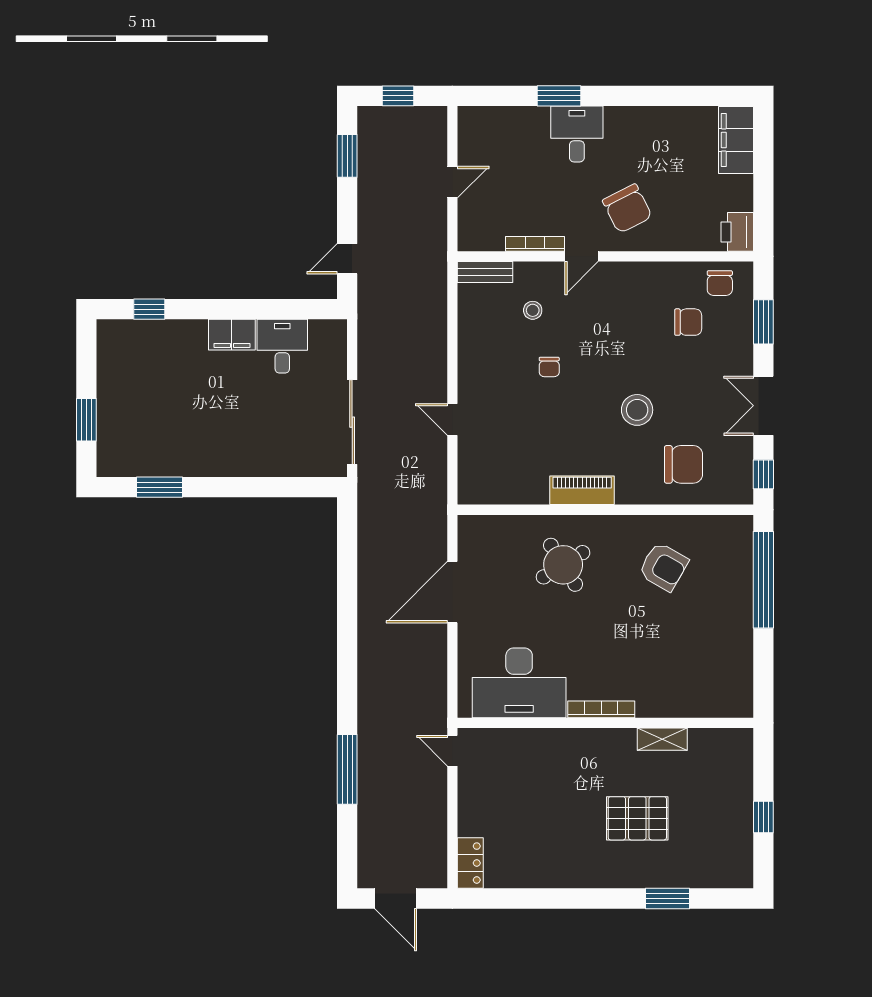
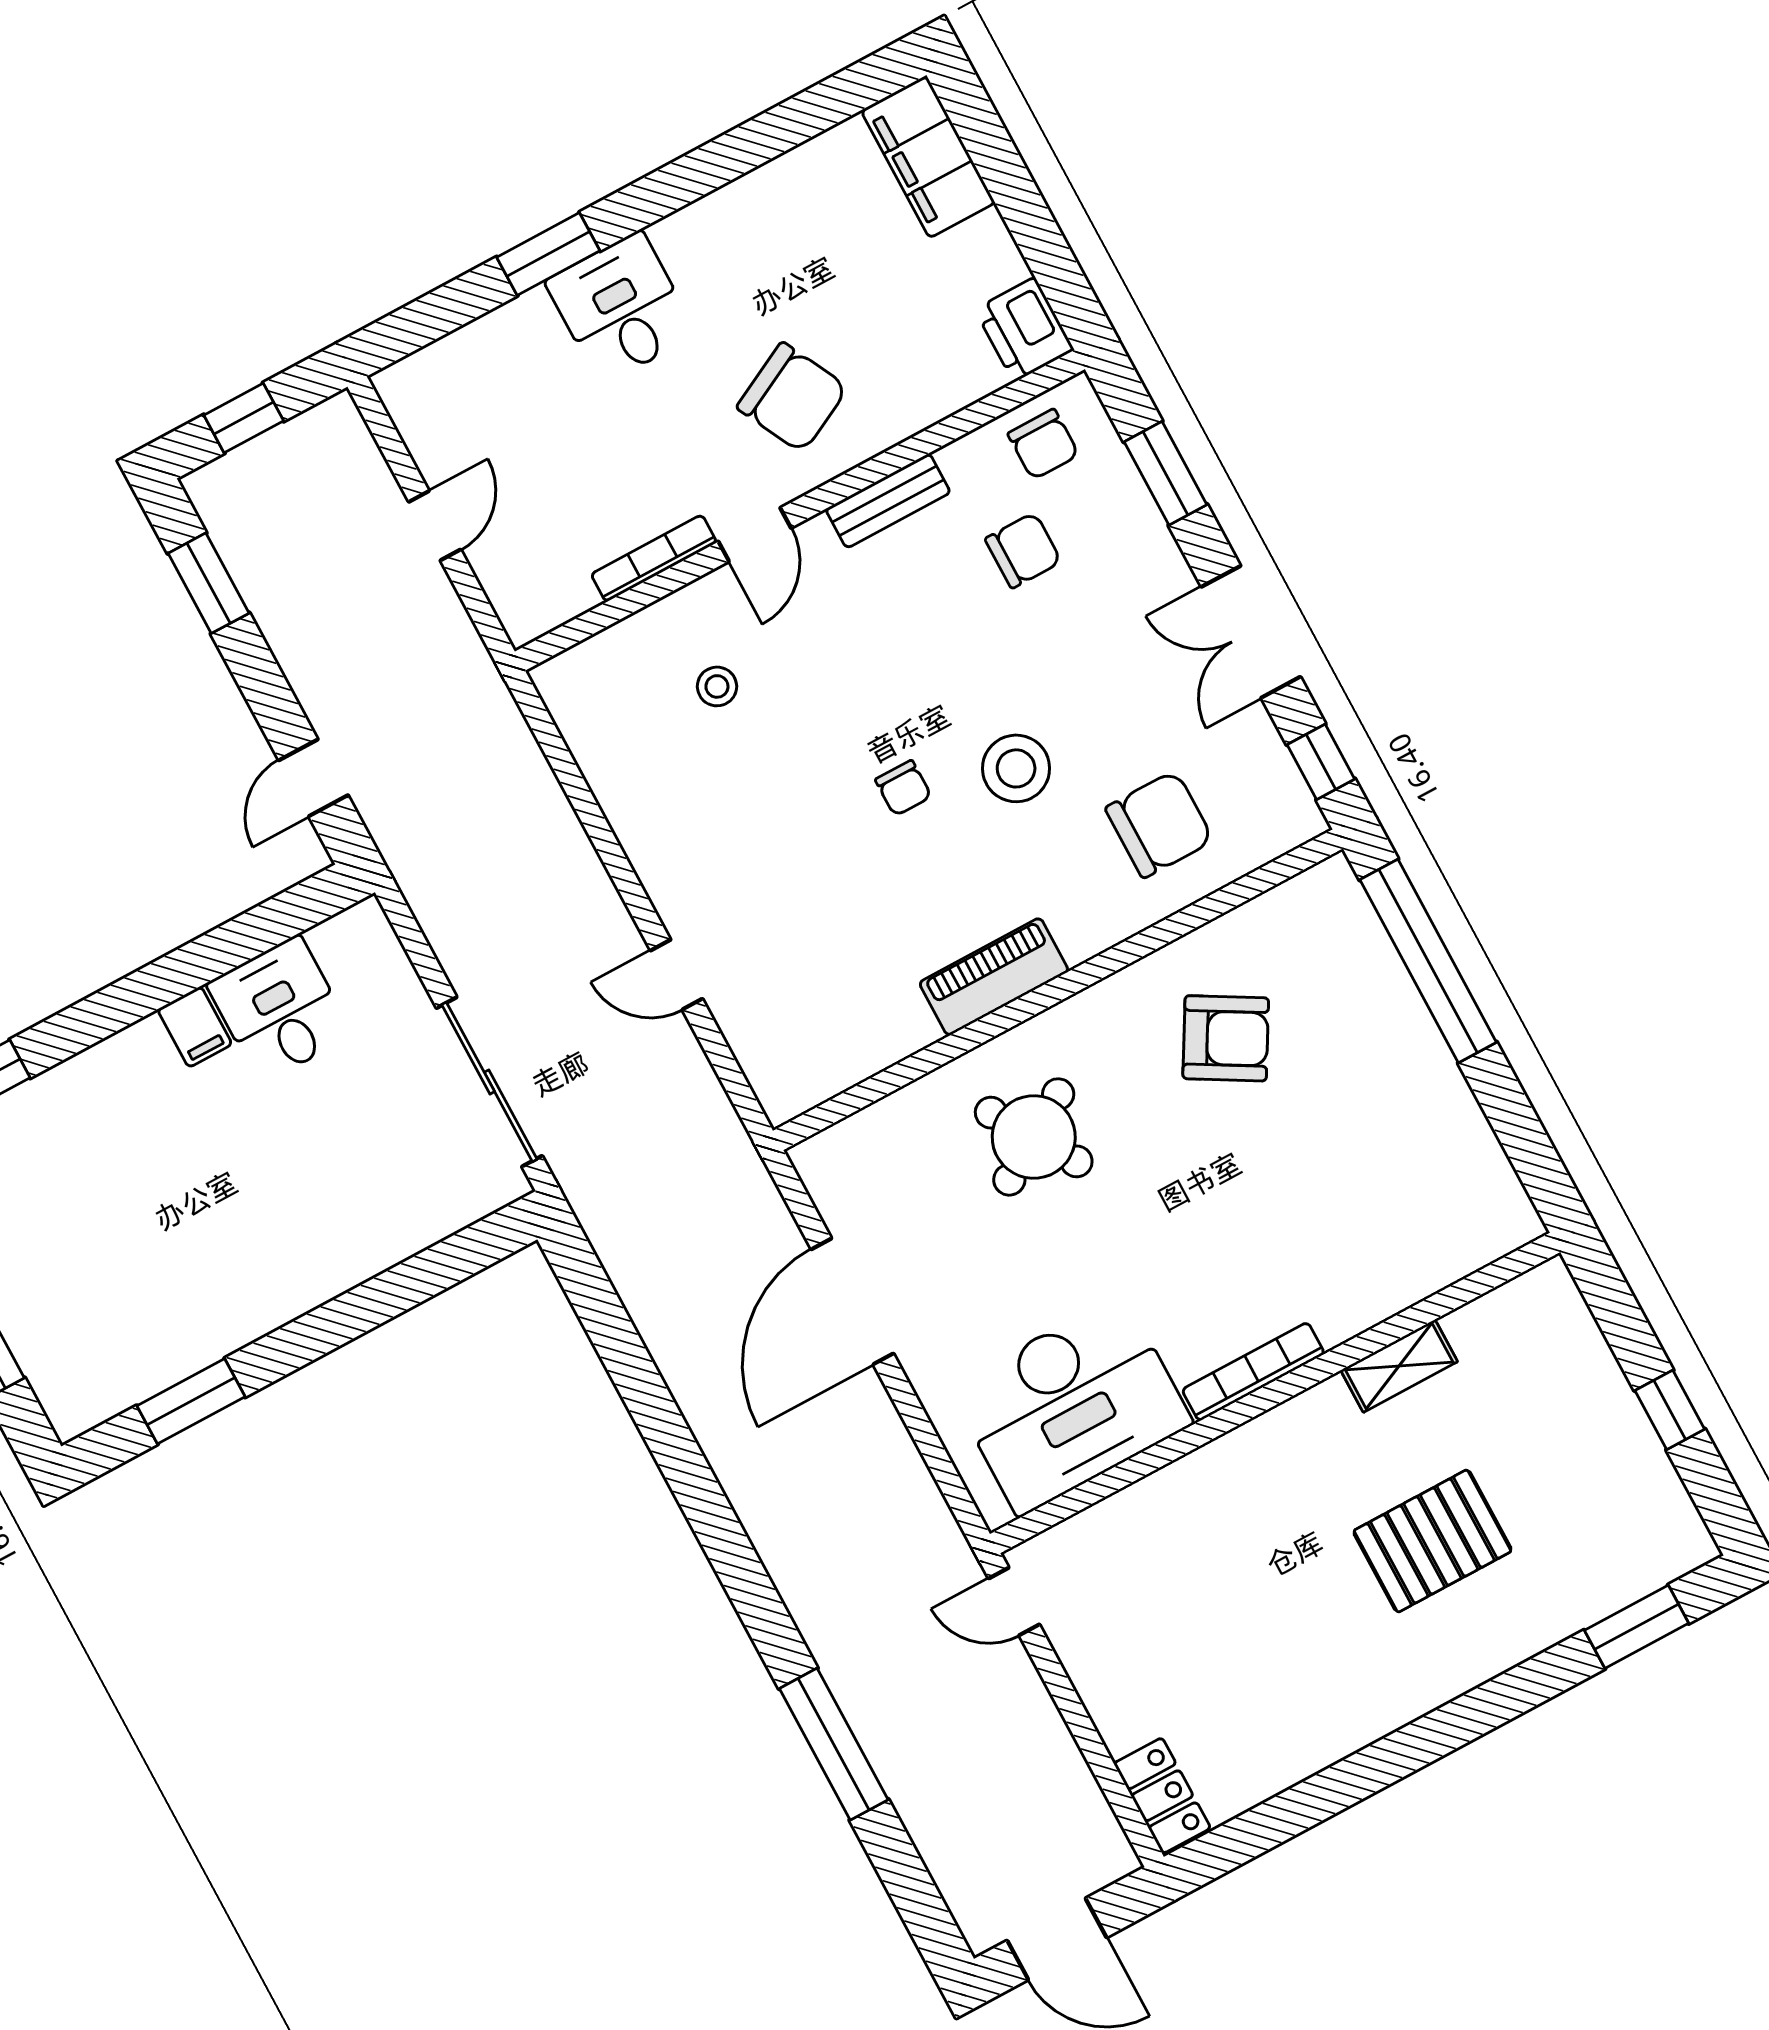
bench: (485, 272) -> (888, 501), moved
filing cabinet: (232, 335) -> (195, 1027), width x0.50
chair: (549, 367) -> (903, 788), moved
window: (667, 898) -> (1637, 1627), moved

